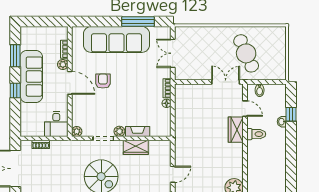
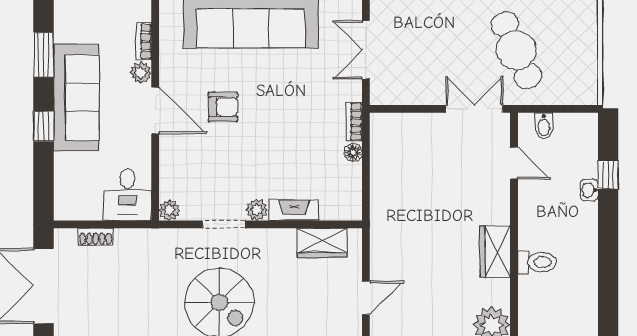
armchair: (103, 81) -> (223, 107), turned 90
wardrobe: (236, 130) -> (495, 252), moved
toilet: (256, 134) -> (537, 262), moved
wardrobe: (136, 147) -> (322, 243), moved

